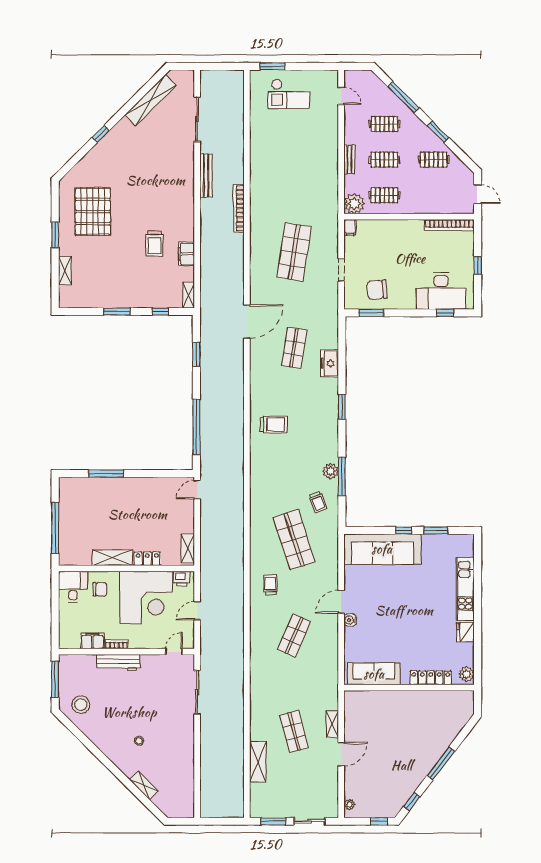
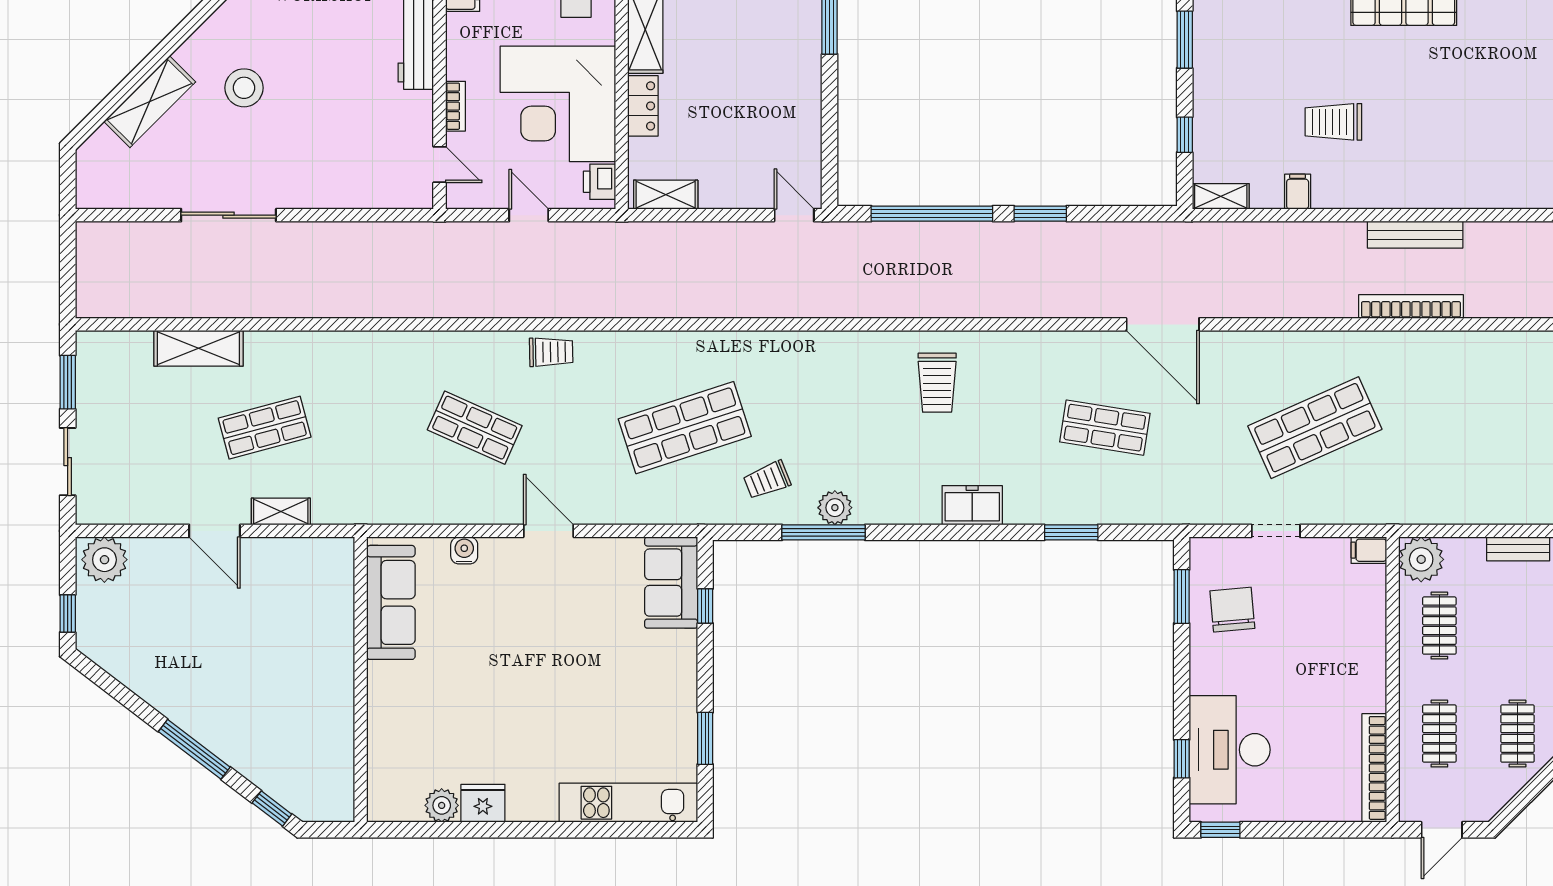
clothes rail: (384, 160) -> (1439, 734), moved
bench: (206, 176) -> (1415, 235), moved
shop shelf: (294, 252) -> (1315, 428), turned -33
filing cabinet: (186, 254) -> (1298, 192), width x0.50
window: (478, 265) -> (1220, 830), moved
window: (196, 355) -> (1040, 214), moved
freezer: (329, 363) -> (972, 505), moved
window: (342, 407) -> (1071, 532), moved
window: (404, 530) -> (705, 606), moved
sofa: (382, 549) -> (671, 583), width x0.54, depth x0.79
trolley: (270, 585) -> (551, 352), moved
kitchen unit: (465, 589) -> (628, 803), moved
water cooler: (350, 620) -> (464, 550), moved
bookcase: (117, 644) -> (456, 106), moved
plant: (466, 674) -> (442, 805), moved
locker: (431, 678) -> (382, 727), removed
sliding door: (197, 692) -> (229, 215), moved
stool: (139, 741) -> (244, 88), width x1.89, depth x1.89
shelving: (144, 785) -> (150, 102), width x1.50, depth x1.33
window: (412, 802) -> (272, 809), moved
plant: (349, 804) -> (104, 560), width x1.88, depth x1.88

